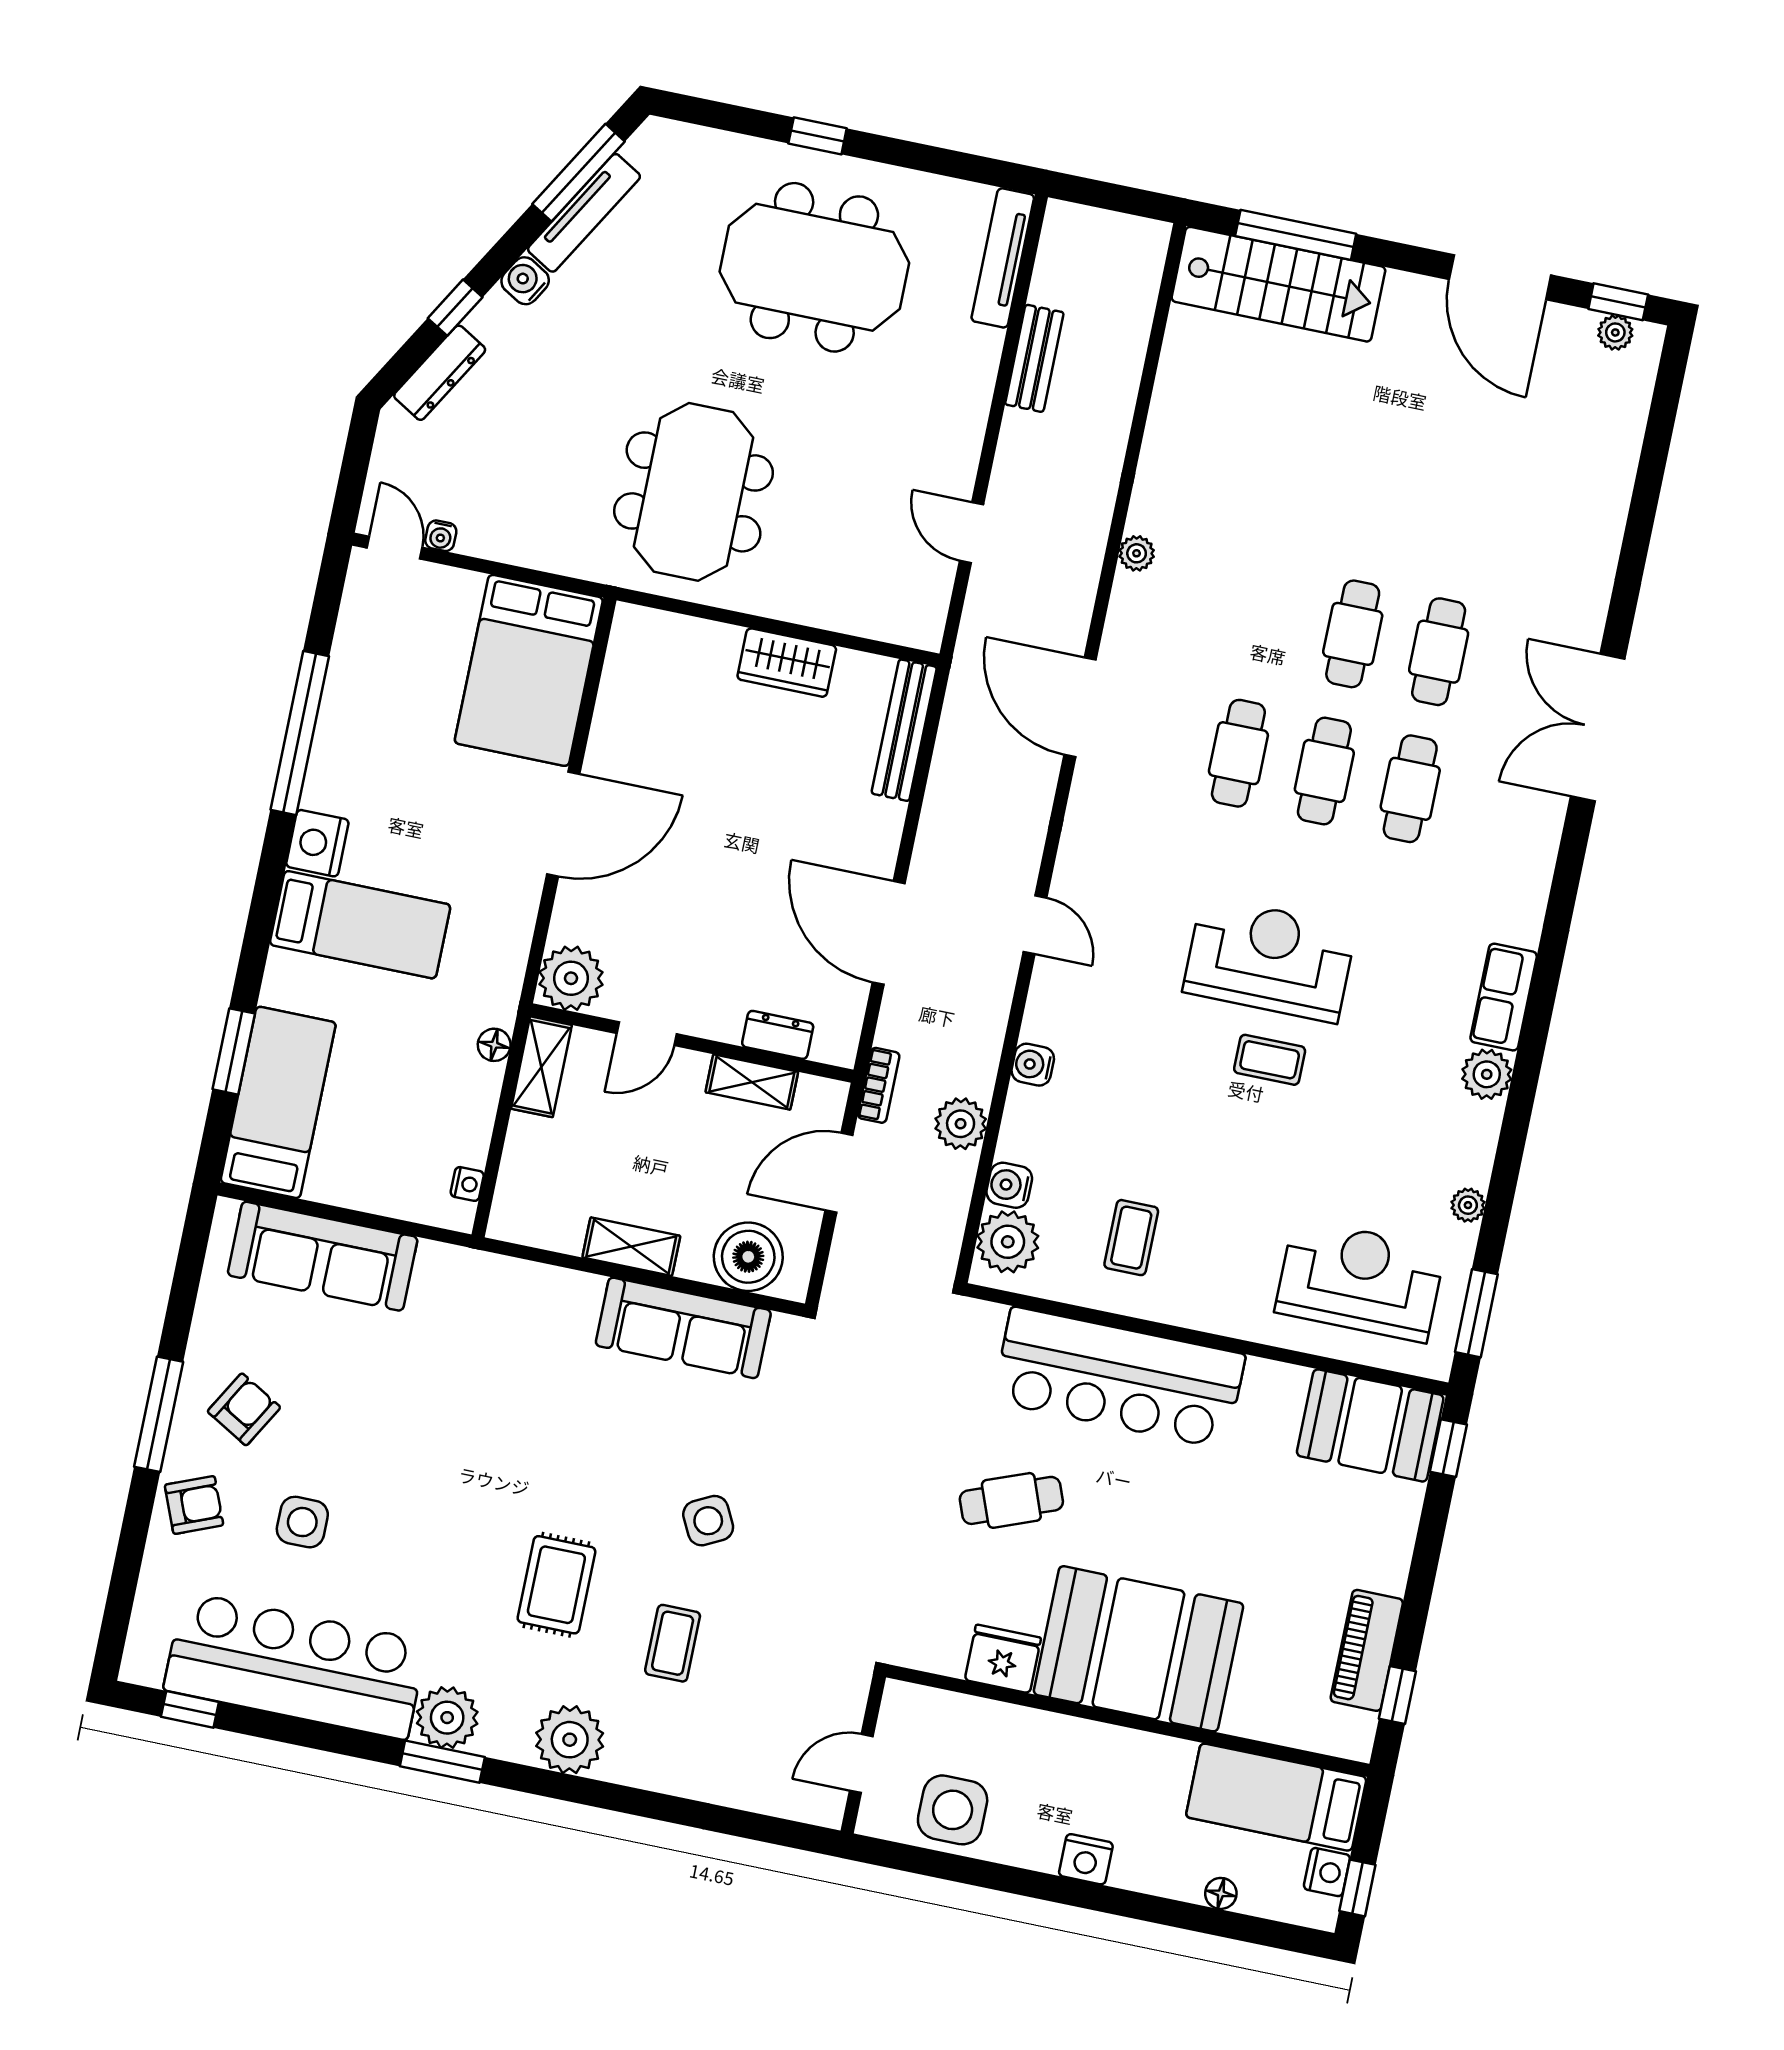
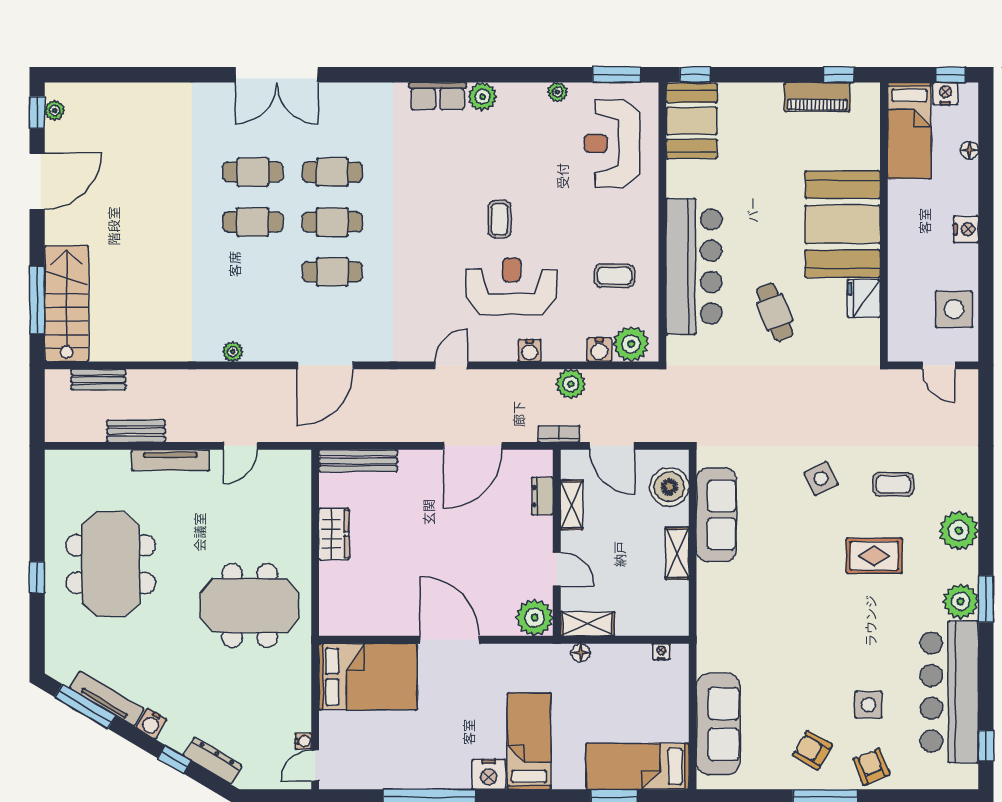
tv unit: (1003, 258) -> (170, 460), moved
bench: (1136, 312) -> (98, 380), added
reception desk: (1270, 960) -> (512, 286), moved, turned 90

